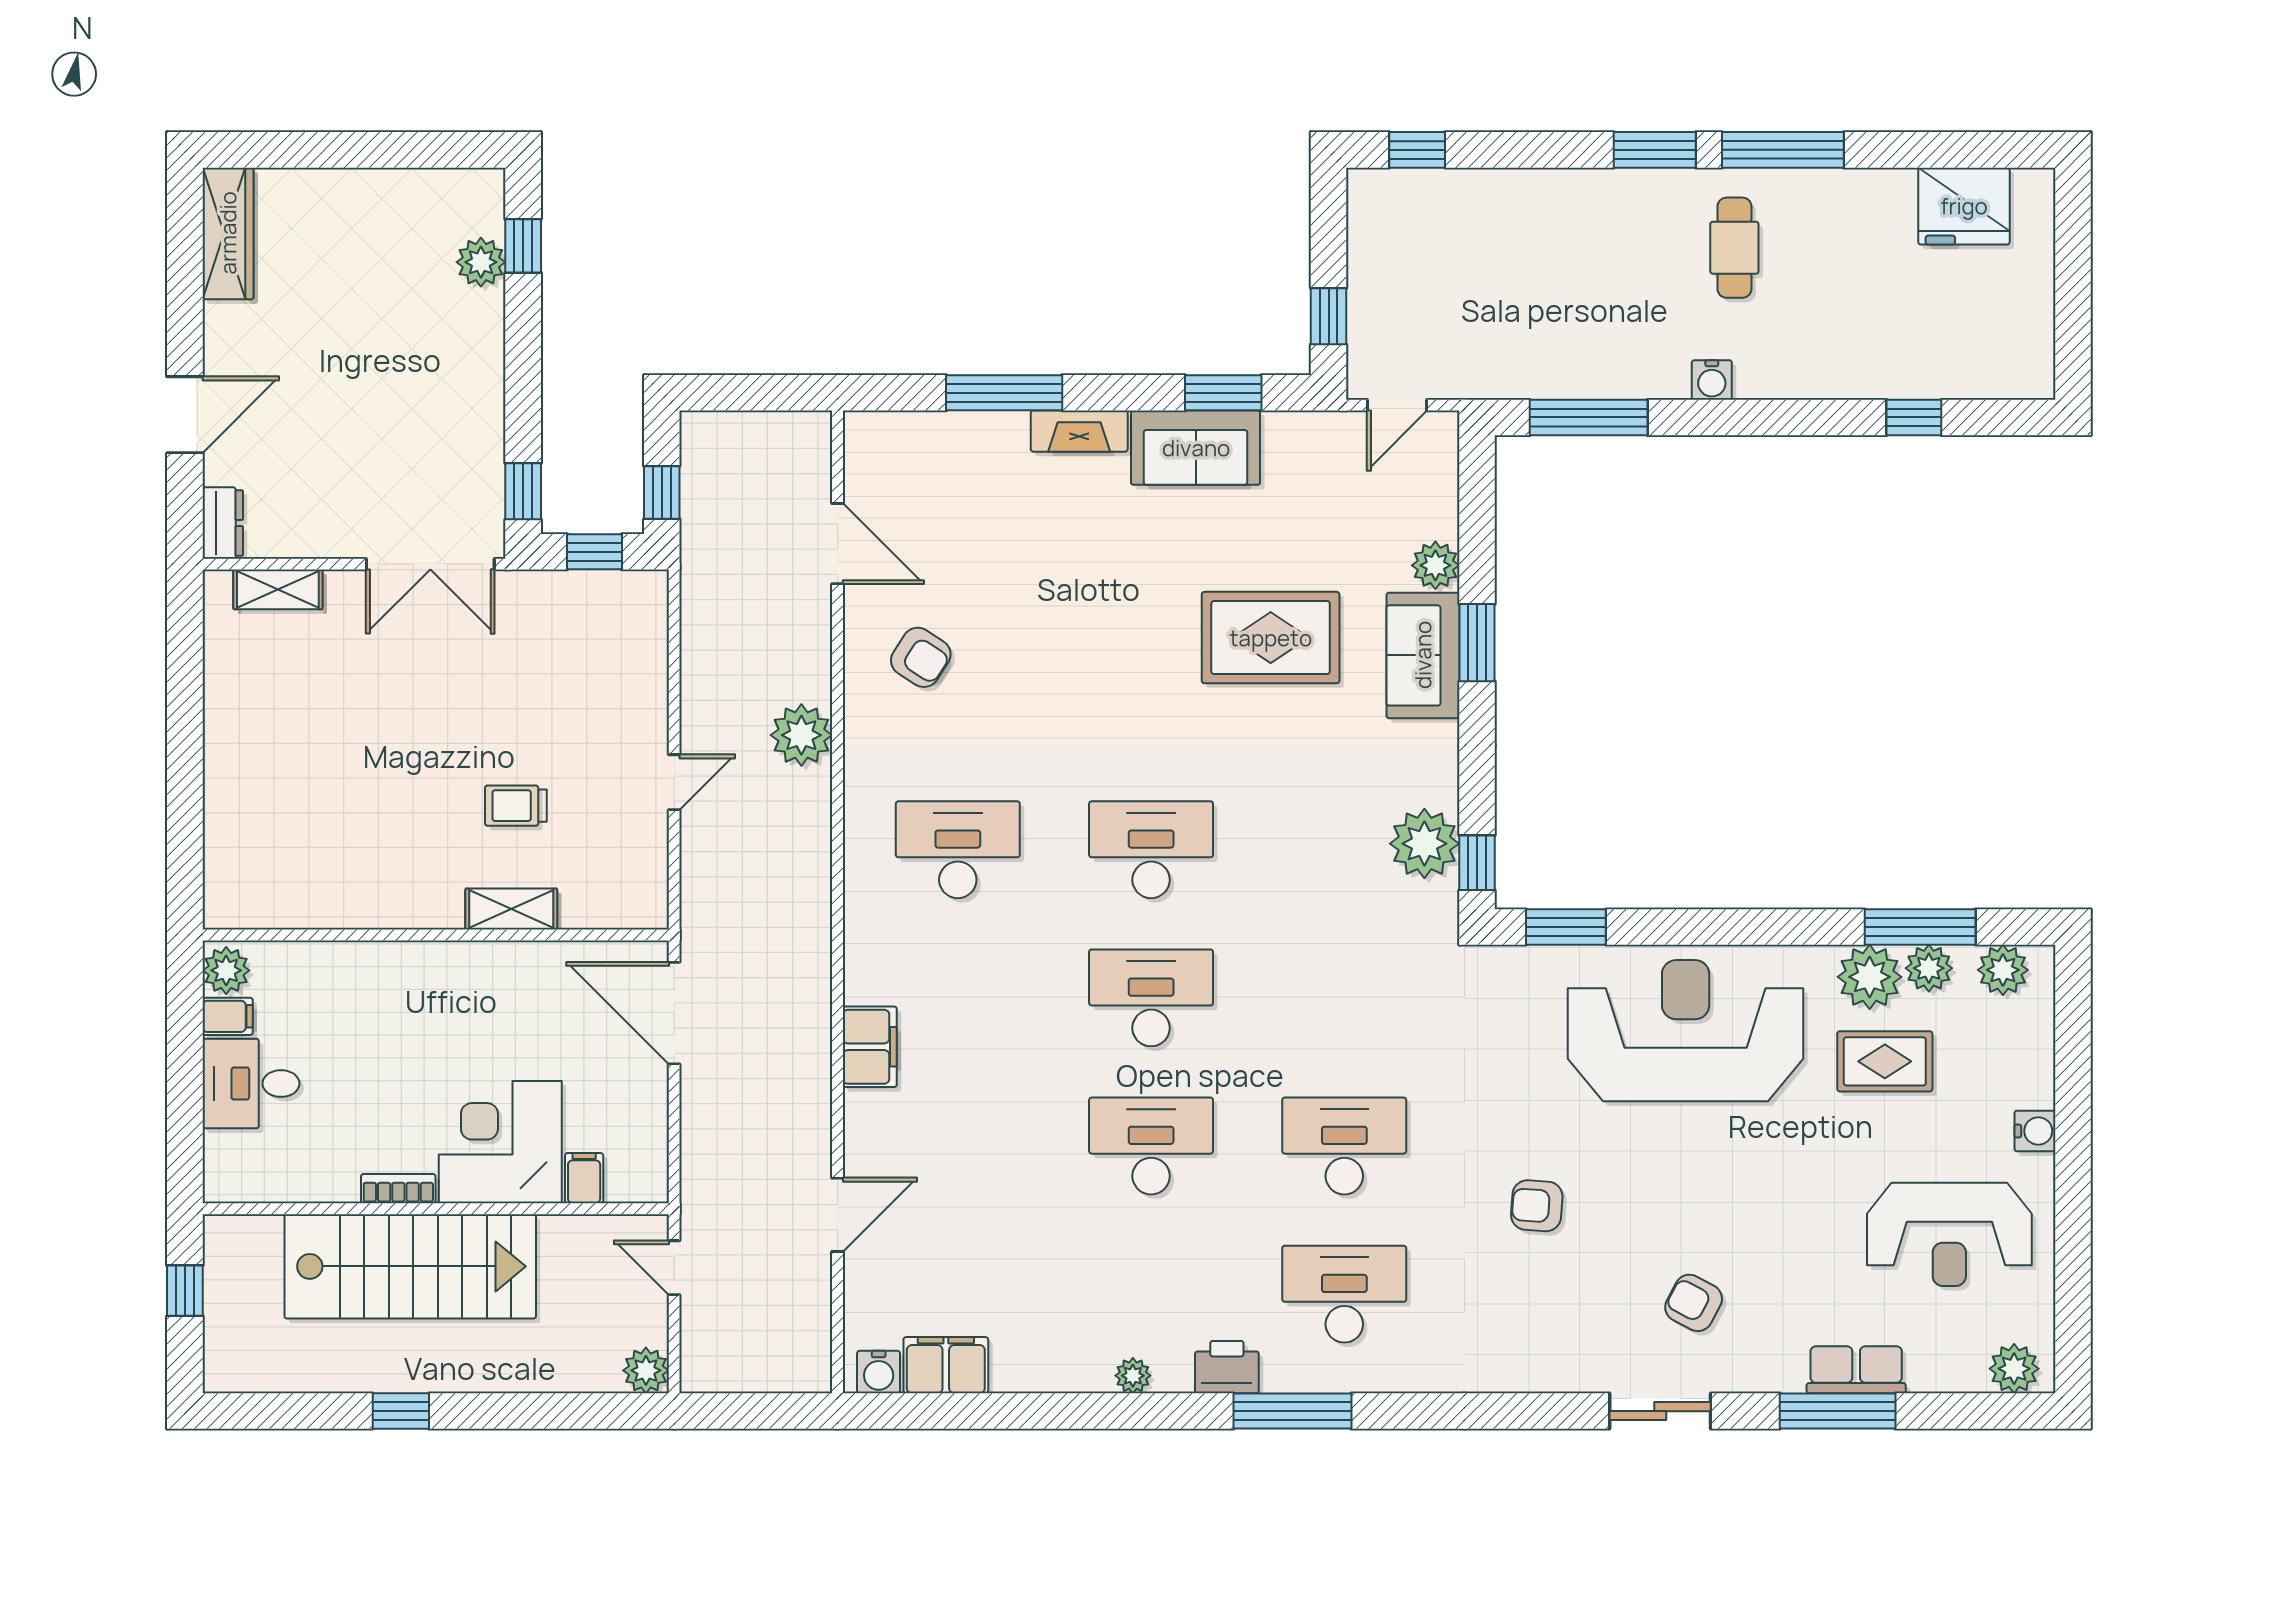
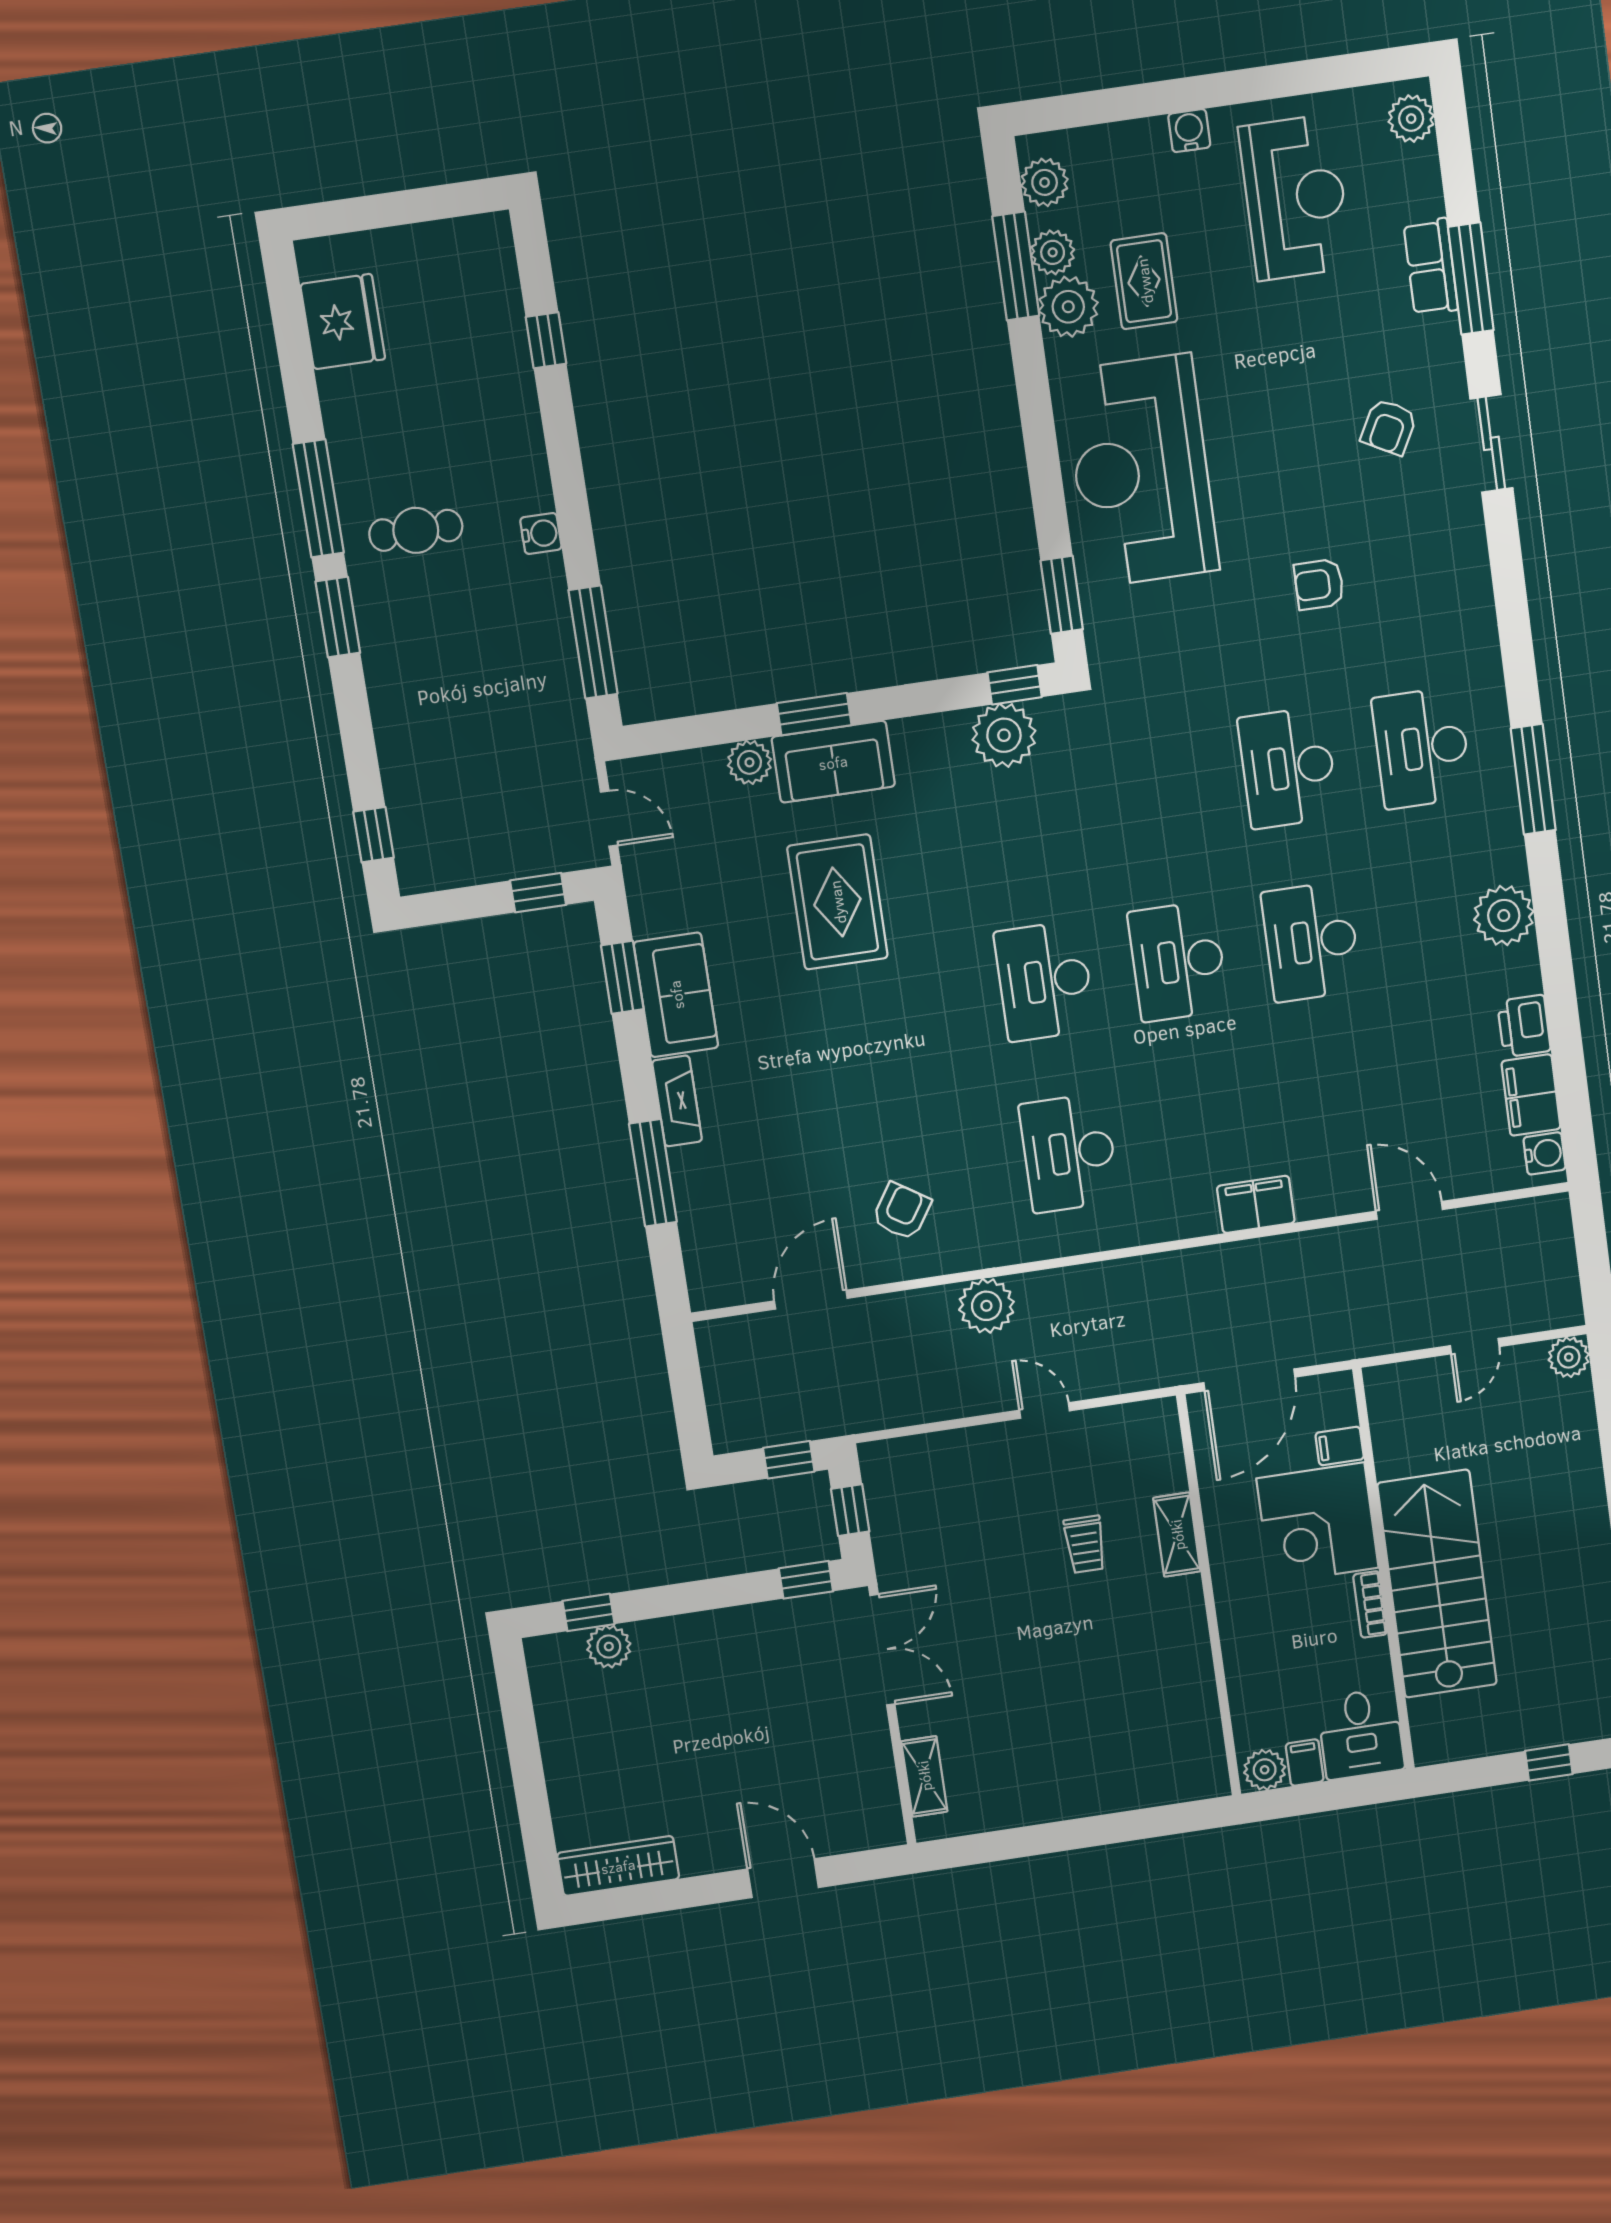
dresser: (223, 523) -> (873, 1832), removed
corner desk: (500, 1142) -> (1317, 1523), moved
filing cabinet: (584, 1178) -> (1340, 1446), moved
bookcase: (398, 1189) -> (1370, 1604), moved
armchair: (1537, 1206) -> (1319, 584), turned 86
wall: (436, 1209) -> (1384, 1570), moved
stairs: (410, 1266) -> (1437, 1584), moved
printer: (1227, 1367) -> (1524, 1026), moved
plant: (1133, 1376) -> (1504, 916), width x1.88, depth x1.88

